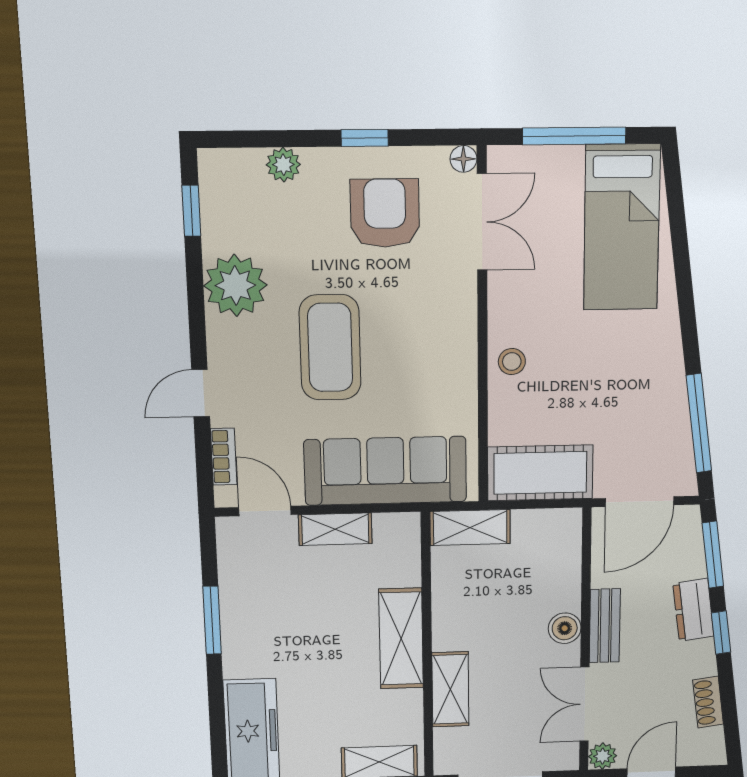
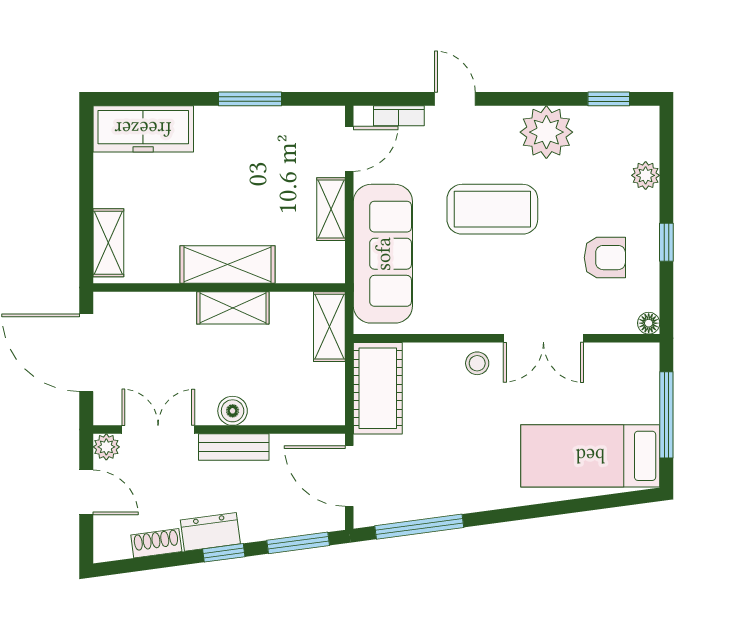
armchair: (385, 213) -> (605, 258), width x0.72, depth x0.72
double door: (482, 222) -> (543, 338), moved
dresser: (693, 610) -> (210, 532), moved
shelving: (450, 689) -> (233, 308), moved

